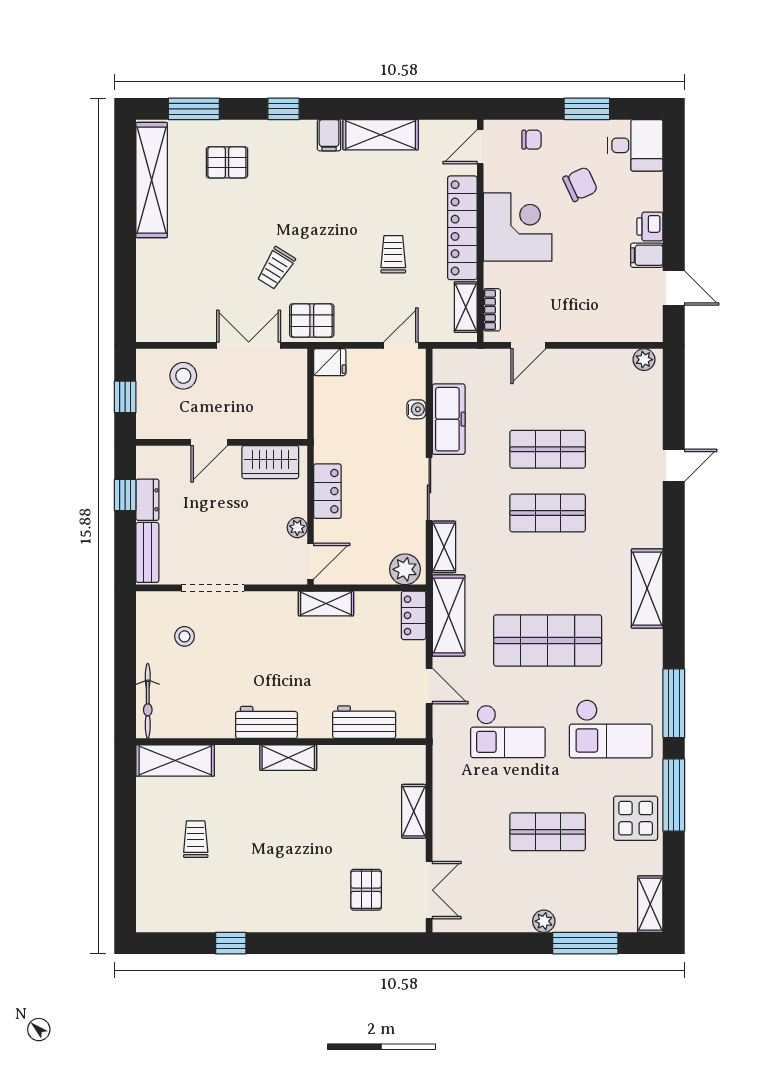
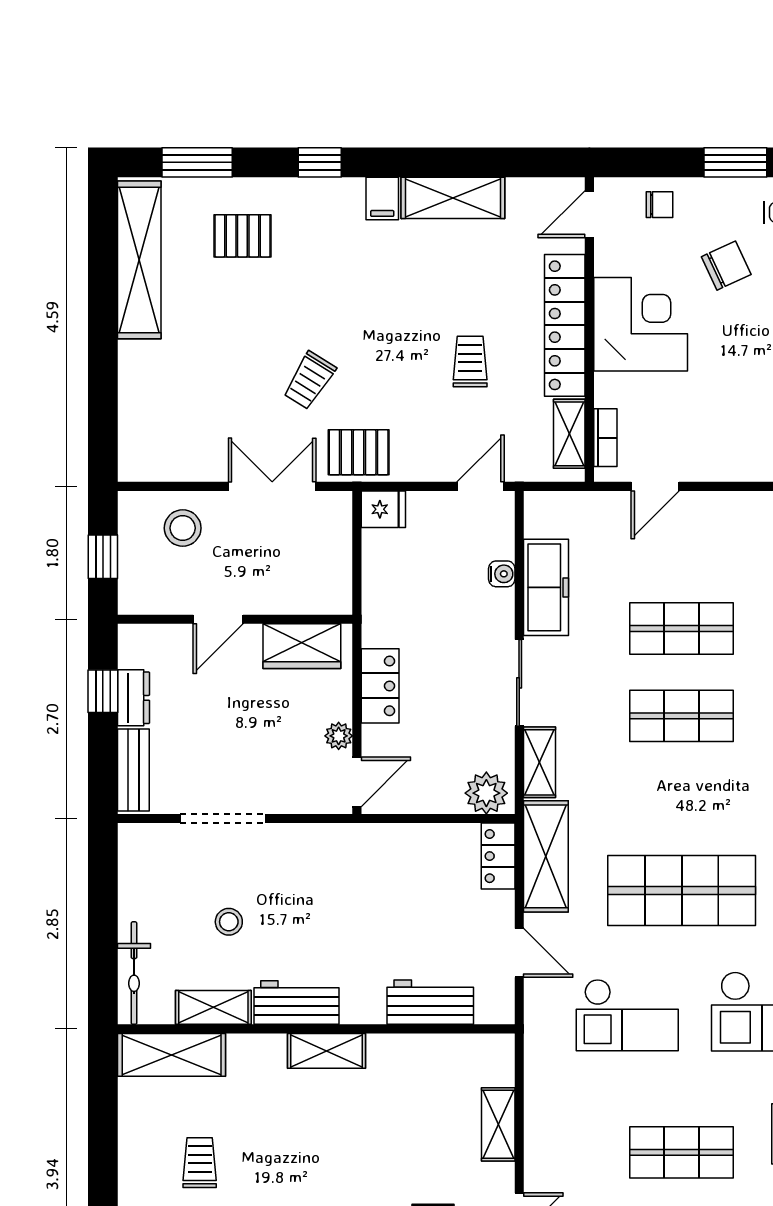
shelving: (326, 604) -> (213, 1007), moved
stool: (185, 636) -> (229, 922), moved

